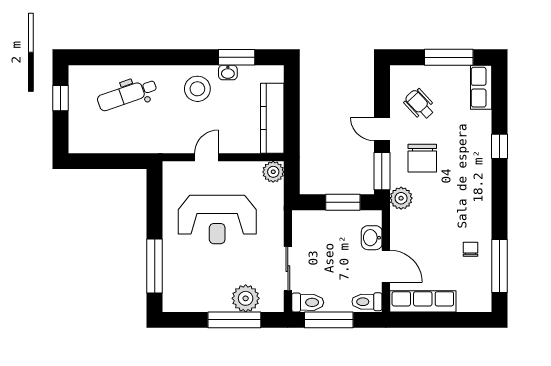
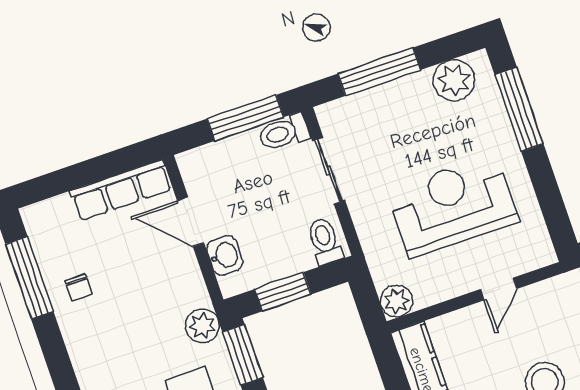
plant: (246, 298) -> (454, 80), moved
toilet: (367, 302) -> (325, 241), moved, turned -90

